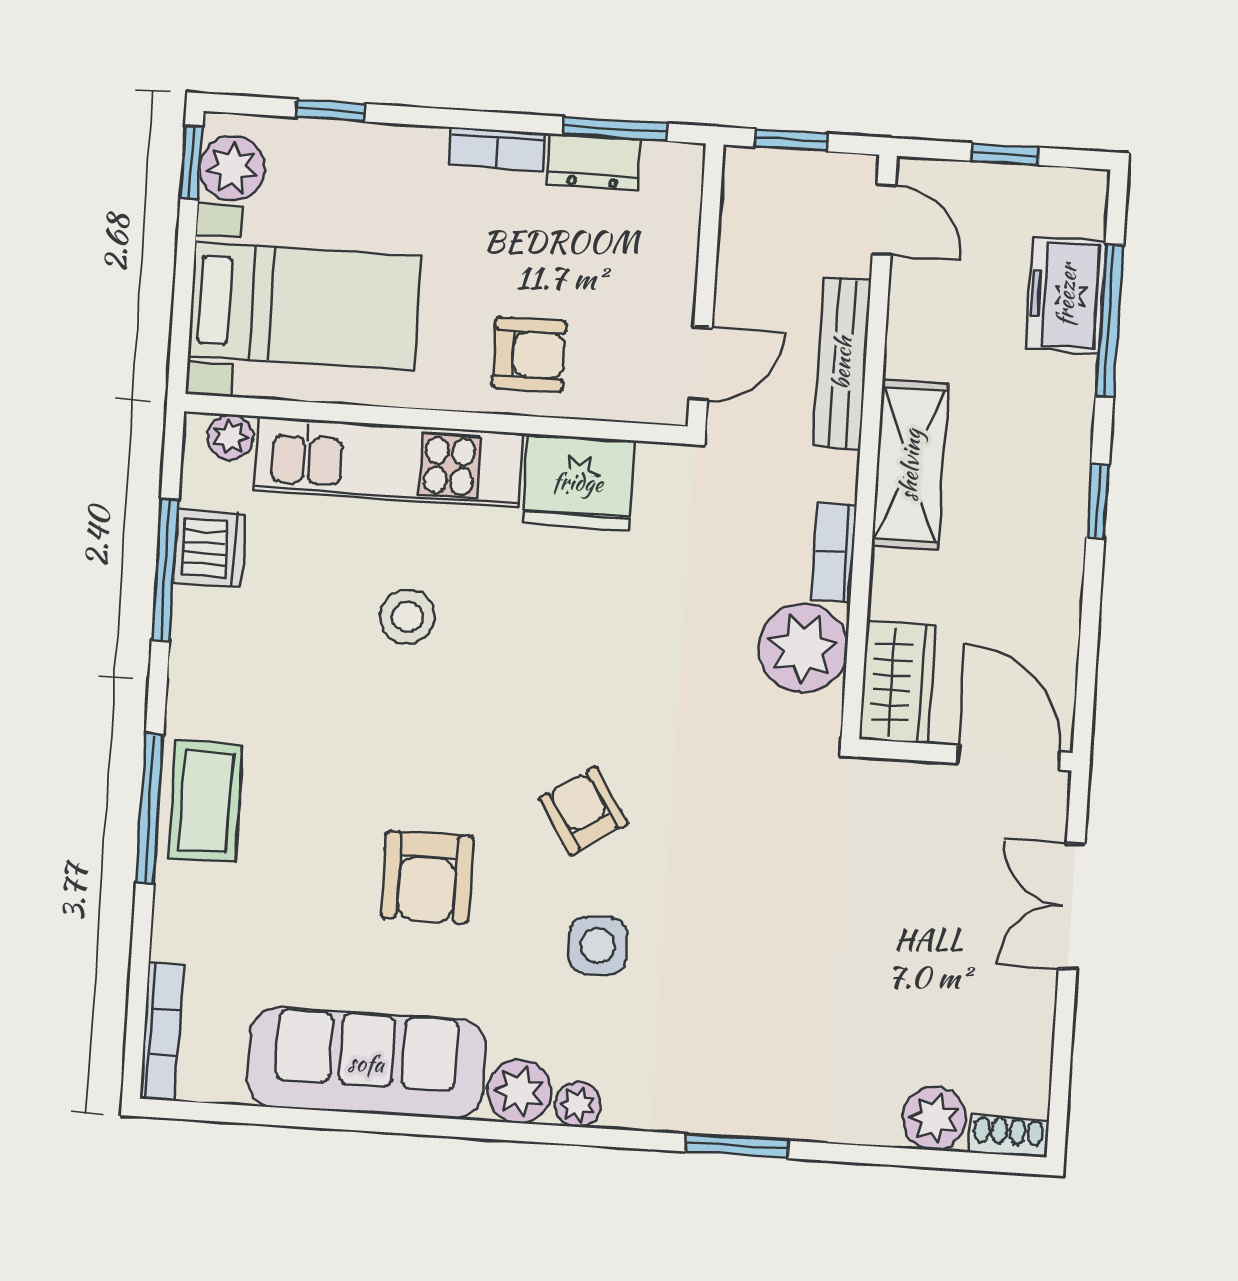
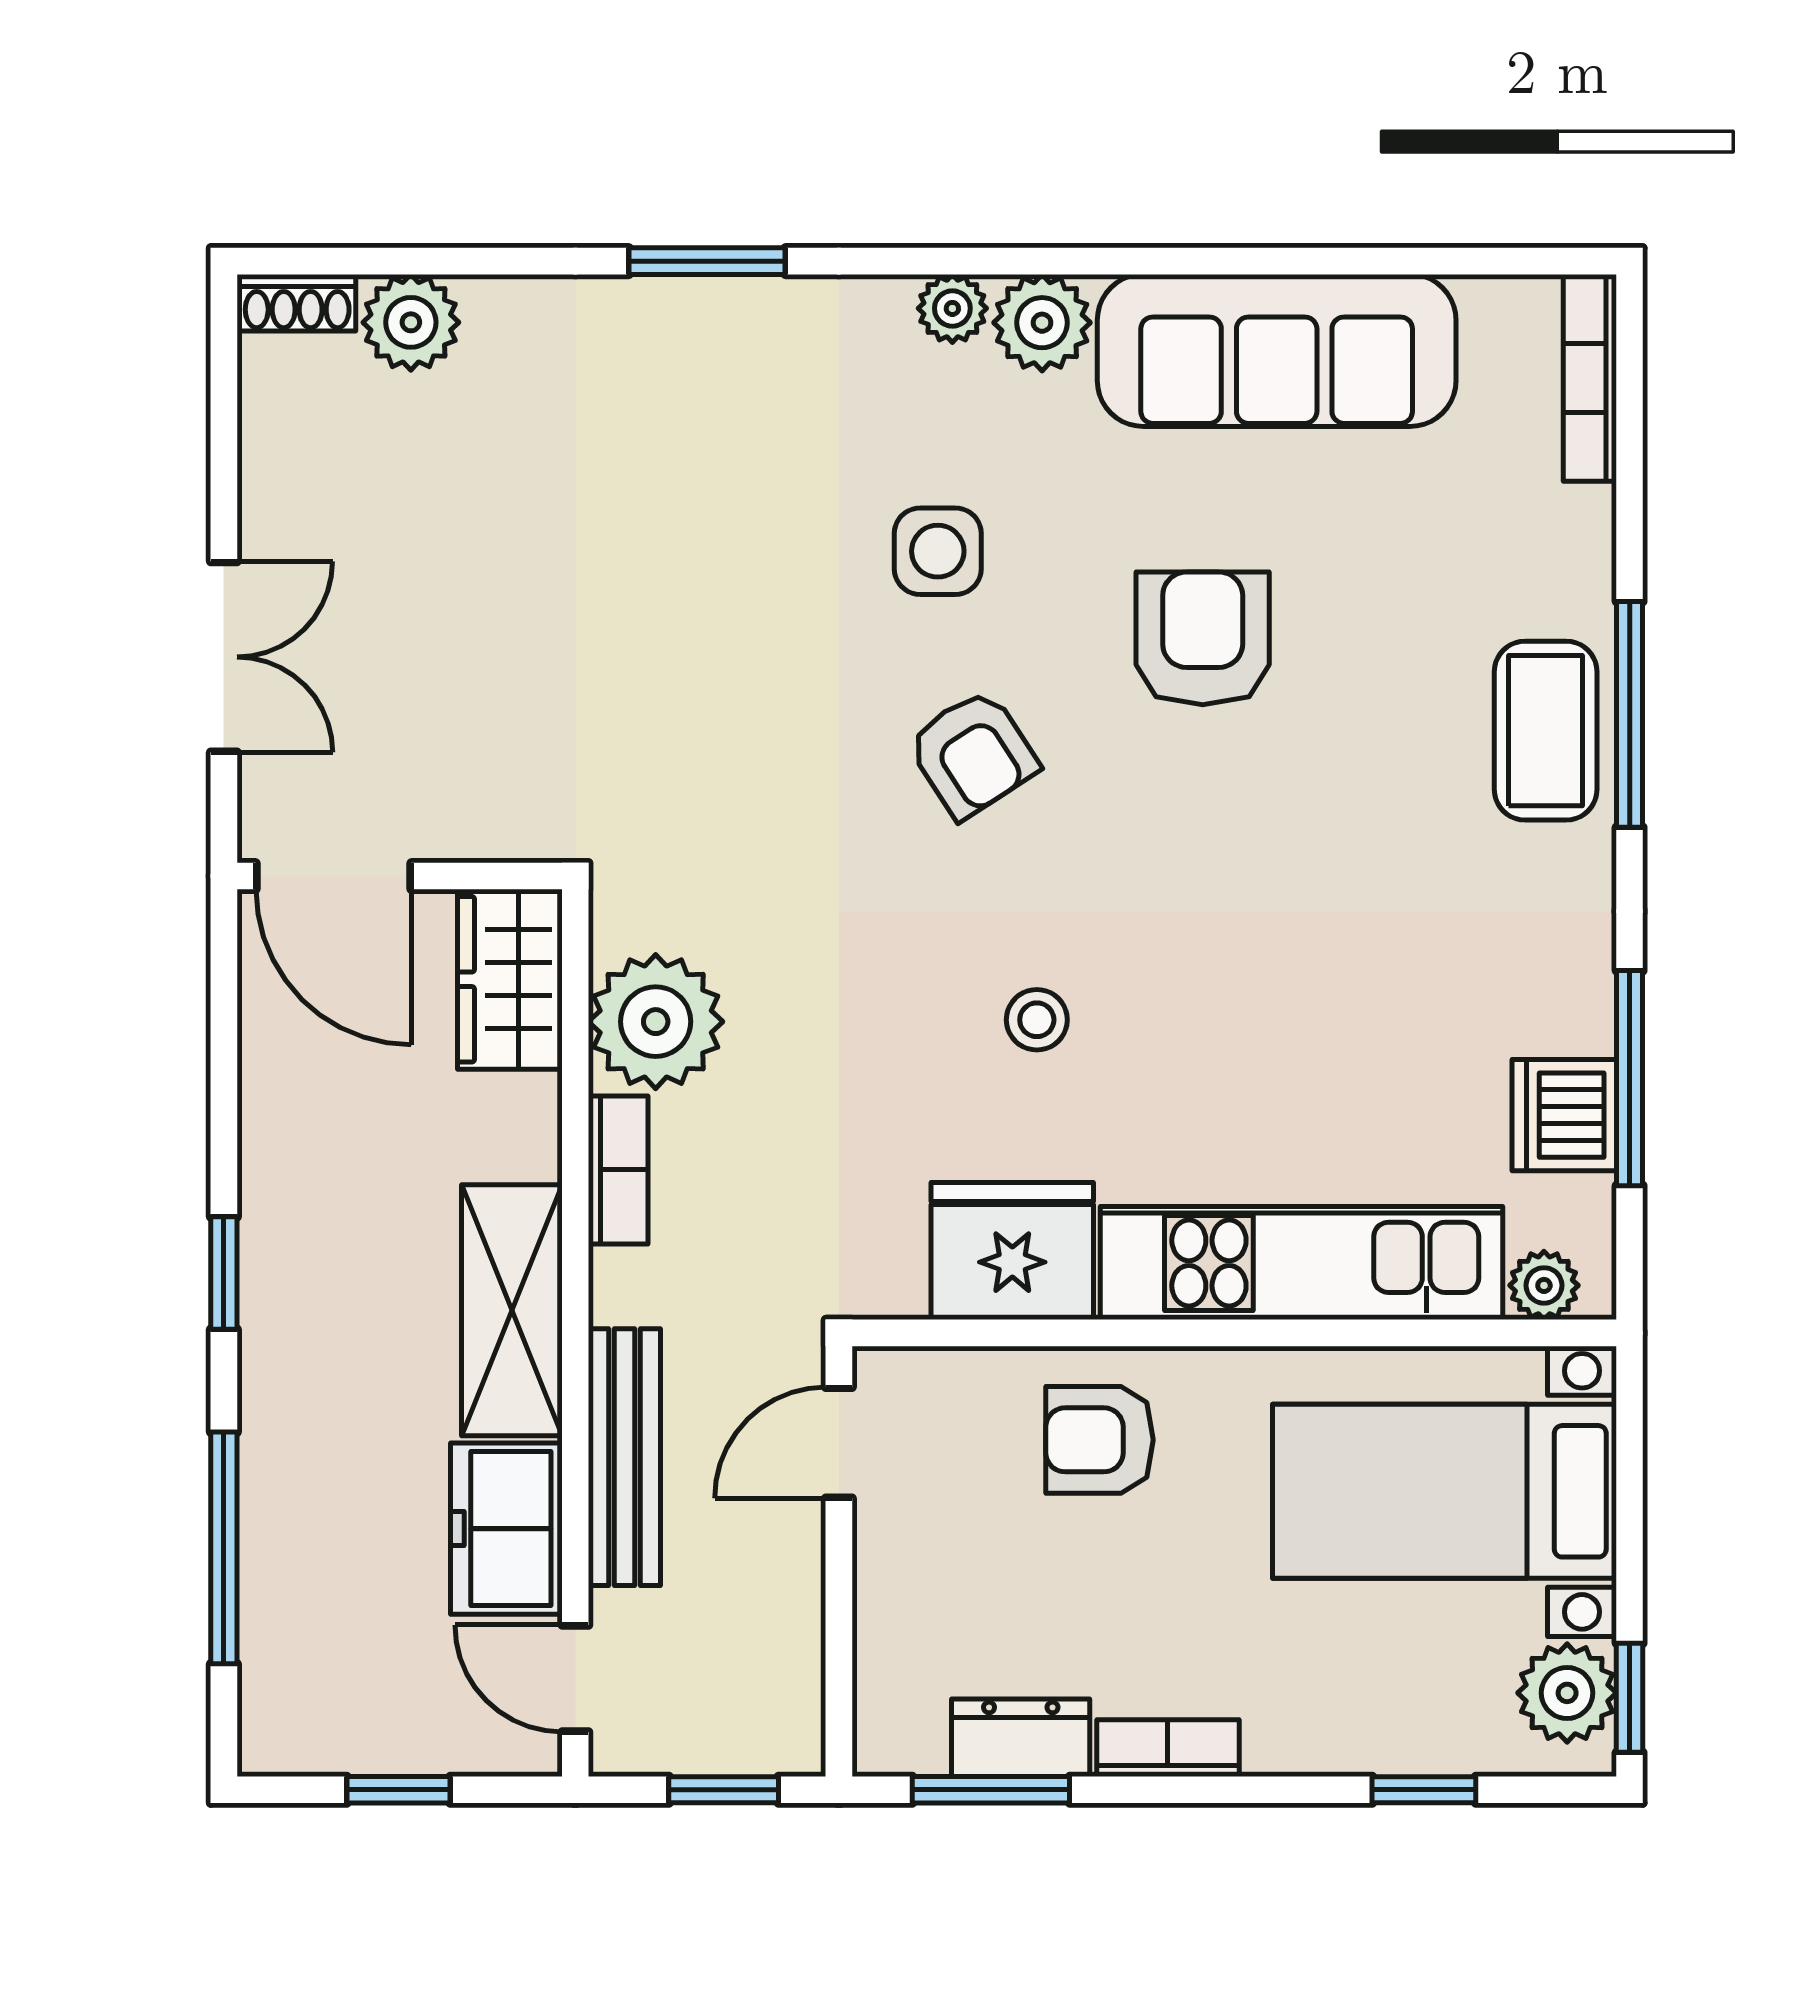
freezer: (1066, 295) -> (506, 1529), moved, turned 180
stool: (407, 617) -> (1037, 1020), moved, width x0.73, depth x0.73

